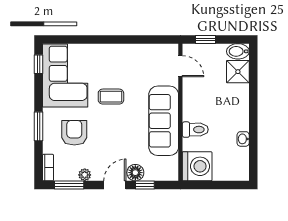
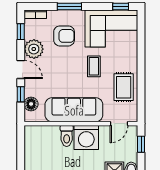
rug: (136, 61) -> (124, 87), added
washing machine: (197, 166) -> (86, 137), moved
floor lamp: (135, 173) -> (31, 104), moved
plant: (85, 175) -> (34, 49), width x1.87, depth x1.87
window: (69, 185) -> (21, 32), width x0.67

